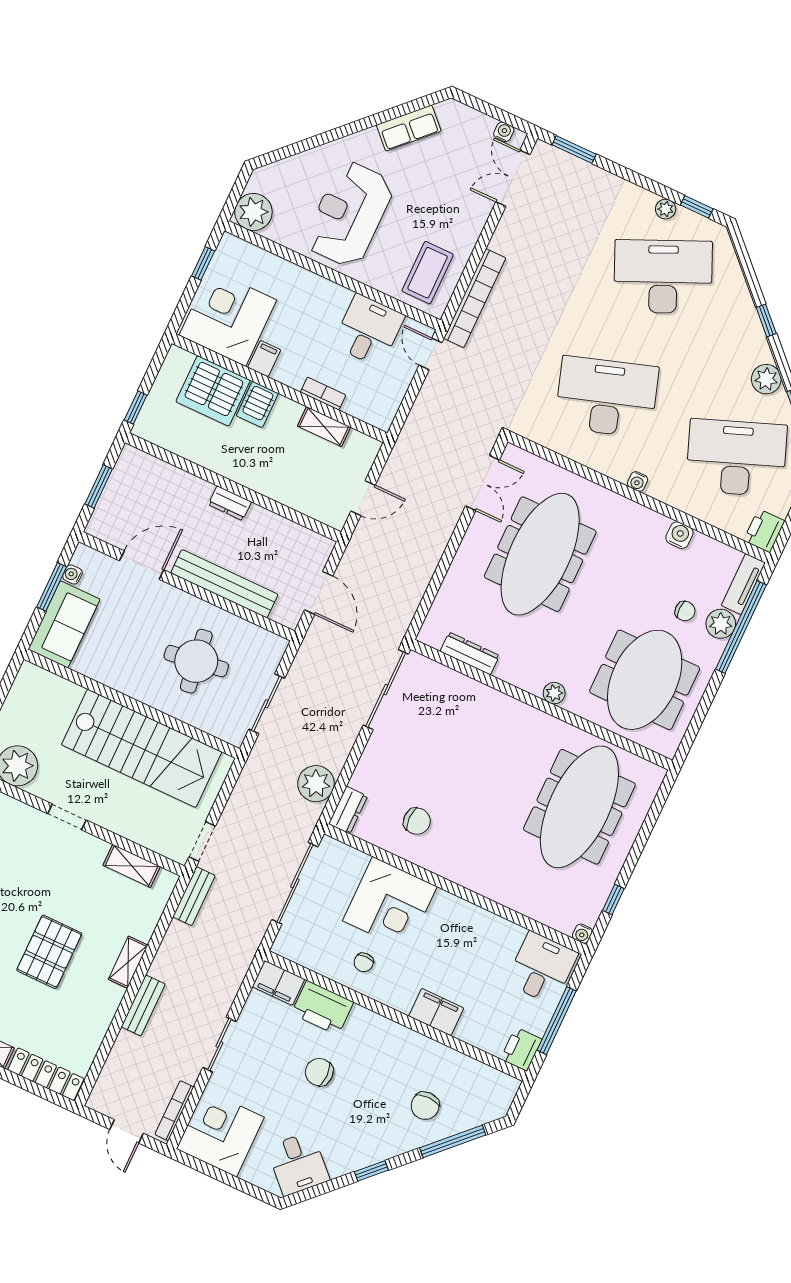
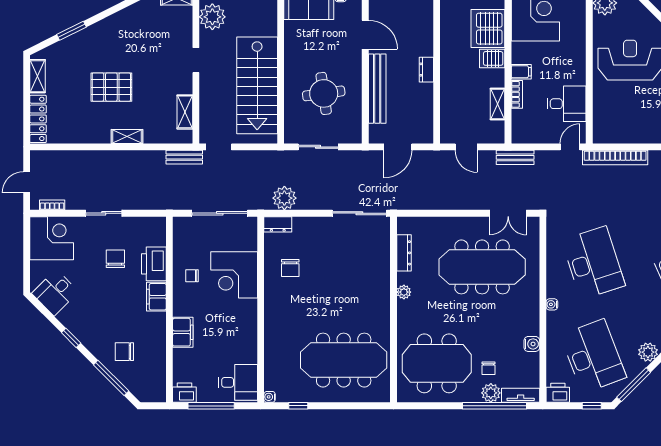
coffee table: (428, 273) -> (617, 123), removed
filing cabinet: (264, 359) -> (521, 72), moved
plant: (554, 693) -> (404, 292), moved
filing cabinet: (278, 983) -> (156, 297), moved
bench: (143, 1005) -> (515, 157), moved
chair: (319, 1072) -> (115, 259), moved
bookcase: (174, 1111) -> (52, 205), width x0.64

